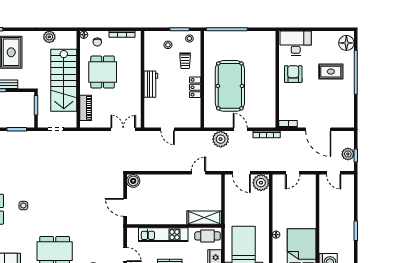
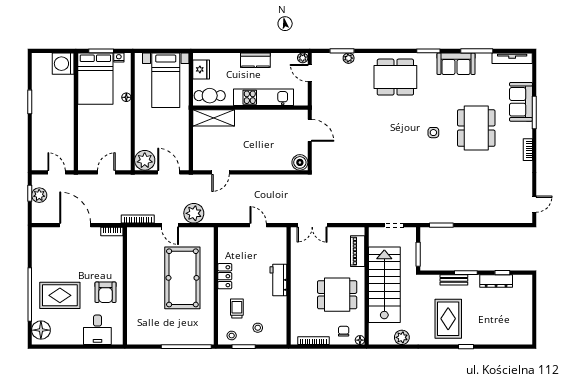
desk: (296, 43) -> (97, 330), width x0.73
dining table: (103, 72) -> (337, 295), turned 90
rug: (331, 72) -> (60, 295), width x1.36, depth x1.43

